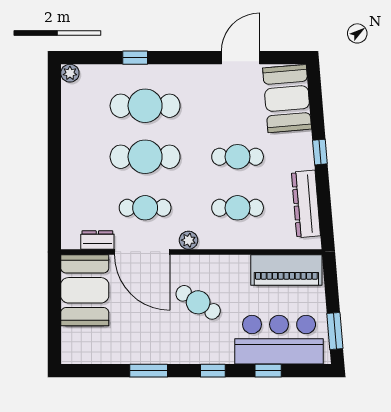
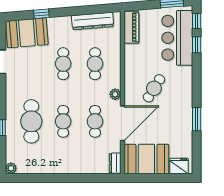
window: (320, 152) -> (41, 14), moved
cafe table: (145, 157) -> (63, 121), width x0.73, depth x0.74
dresser: (97, 240) -> (115, 163), moved
piano: (286, 270) -> (131, 27), width x0.73, depth x0.75
fridge: (74, 342) -> (179, 166), added
window: (213, 371) -> (197, 21), moved

